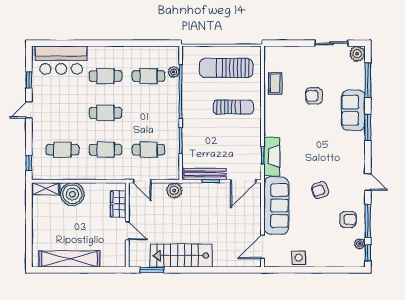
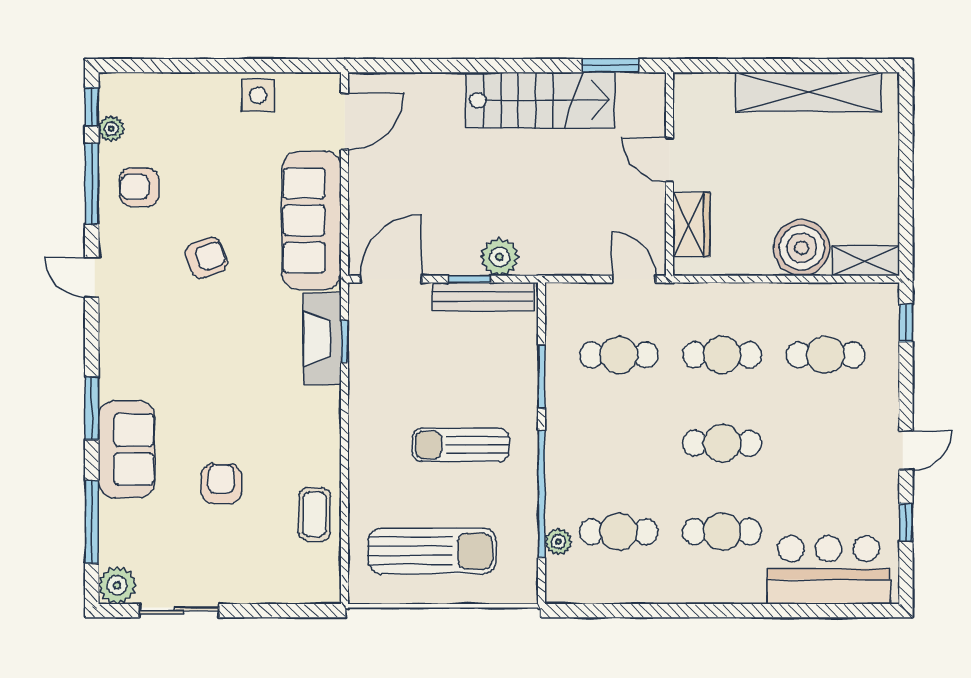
armchair: (314, 96) -> (221, 484), turned -90
sun lounger: (233, 107) -> (461, 445), moved
plant: (174, 190) -> (500, 257), moved

